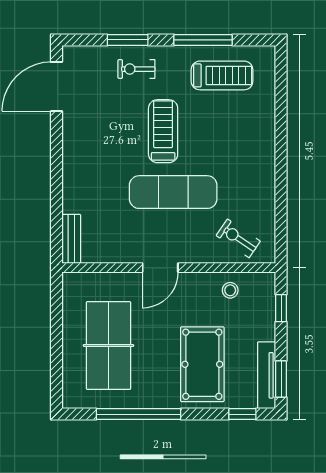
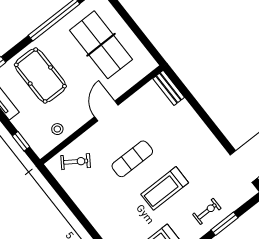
treadmill: (163, 131) -> (165, 188), turned 90
exercise mat: (173, 192) -> (132, 159), width x0.73, depth x0.69

